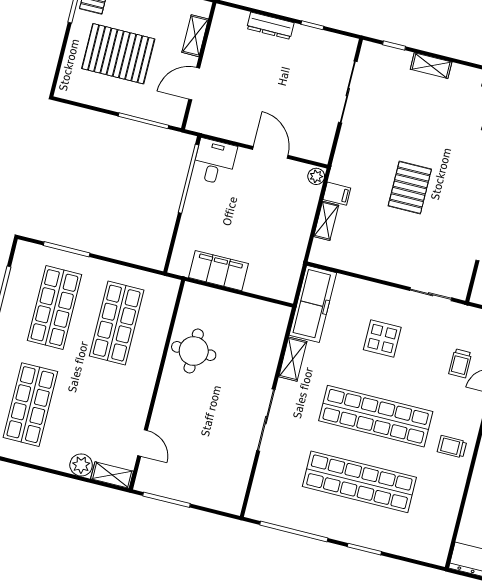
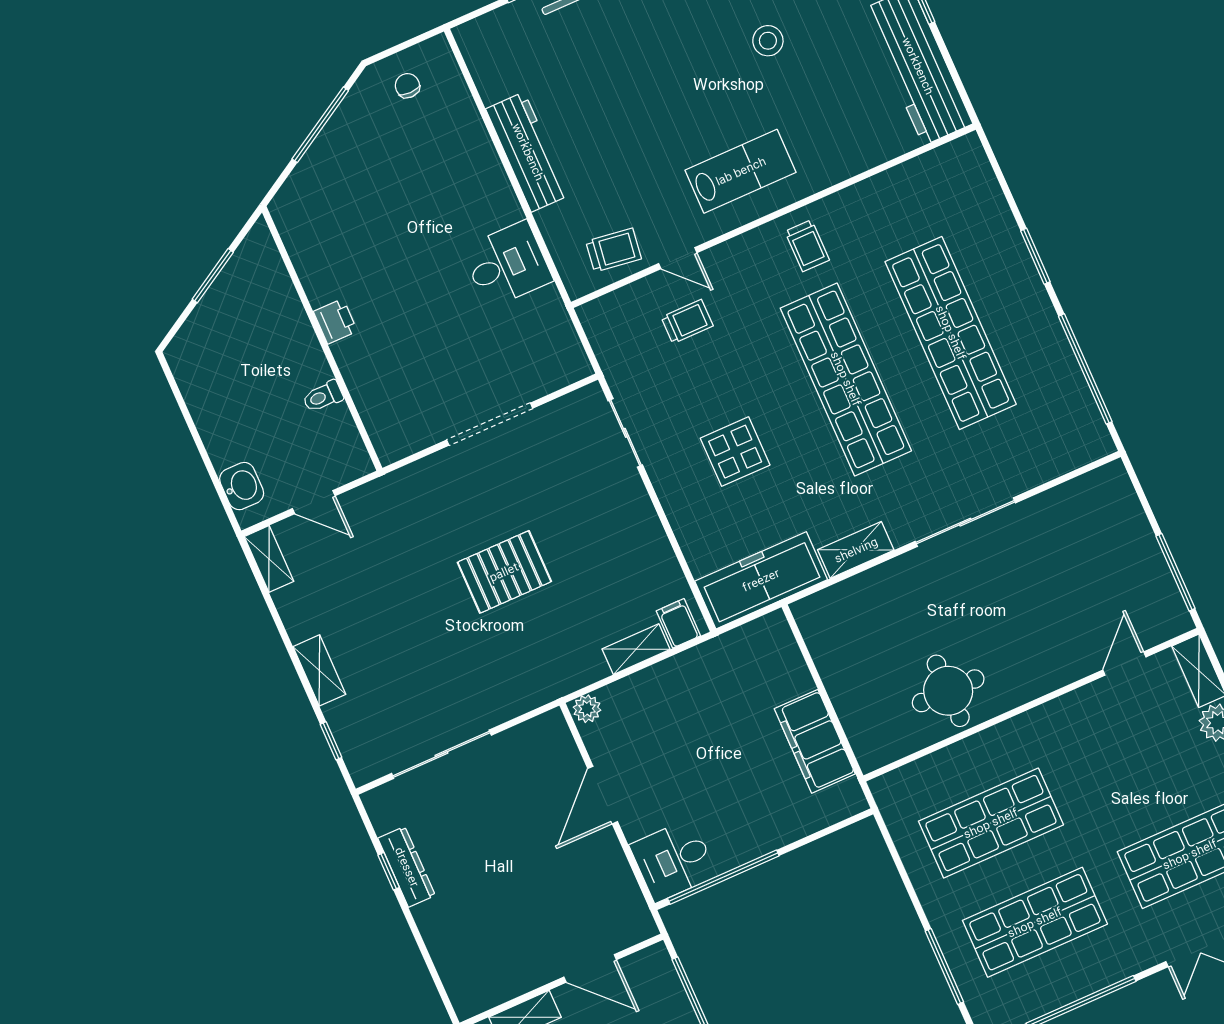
dresser: (270, 26) -> (407, 867), moved
filing cabinet: (337, 194) -> (678, 623), moved

